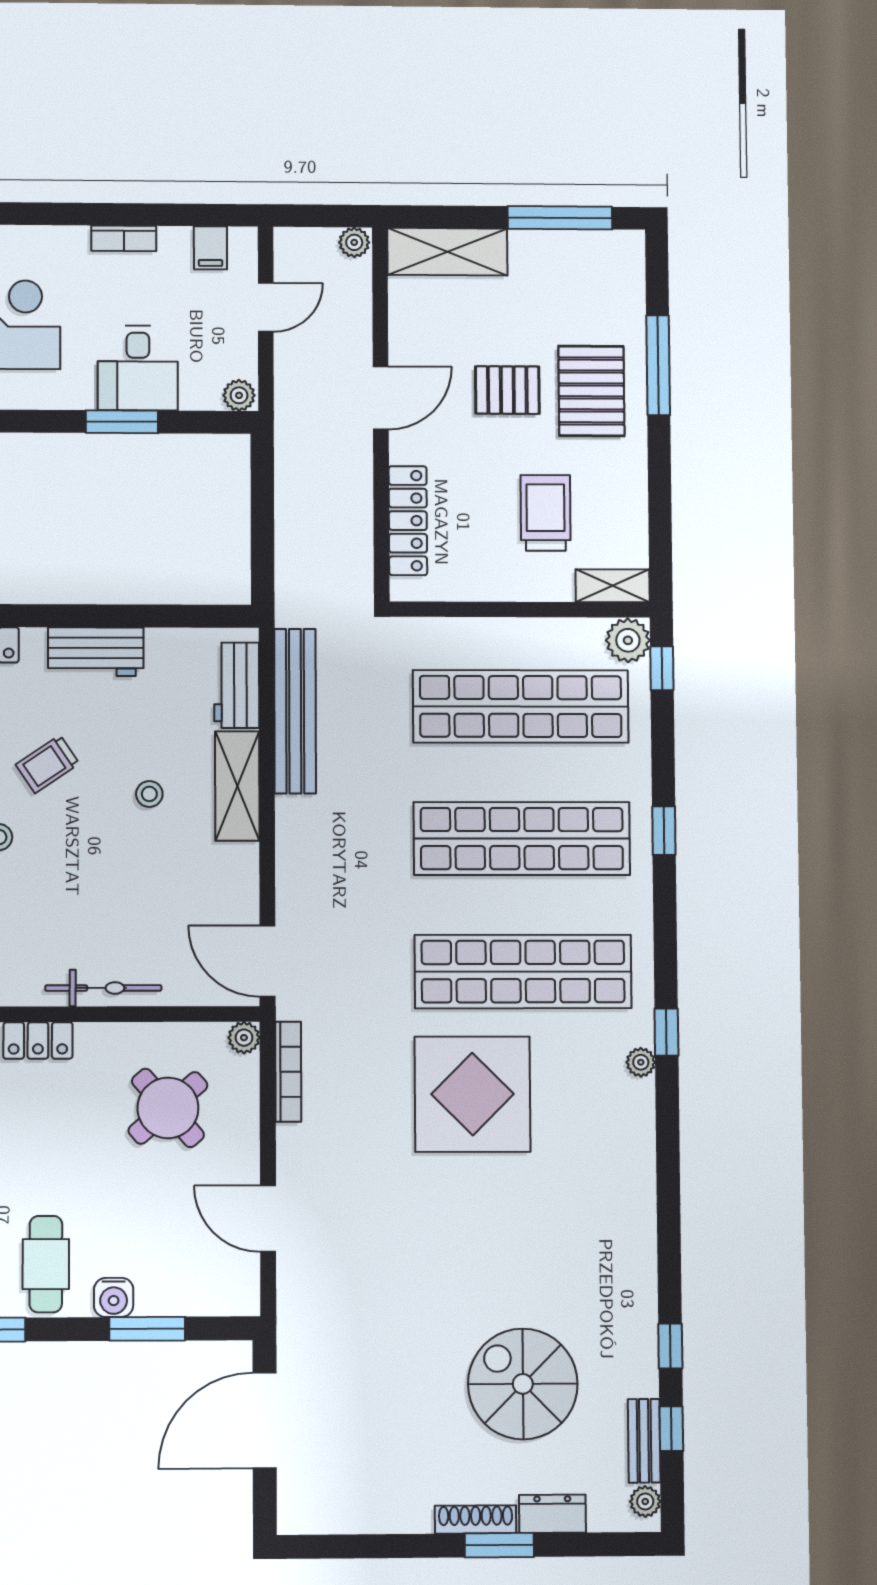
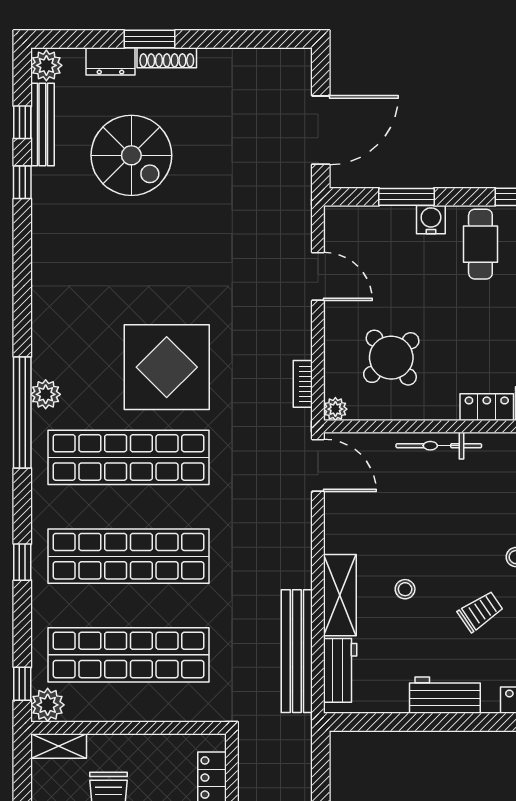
window: (666, 1032) -> (22, 412), width x3.17
plant: (641, 1062) -> (46, 394), width x1.38, depth x1.38
bookcase: (288, 1072) -> (303, 384), width x0.64
bench: (644, 1441) -> (42, 125), width x1.36
plant: (645, 1502) -> (46, 65), width x1.38, depth x1.38

